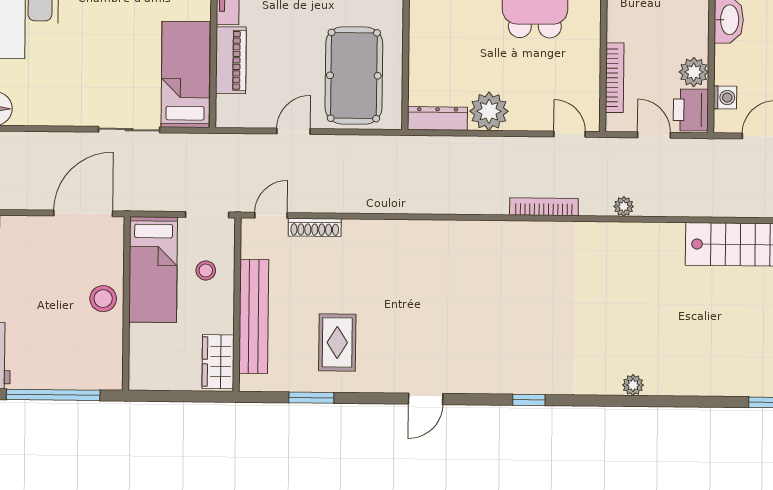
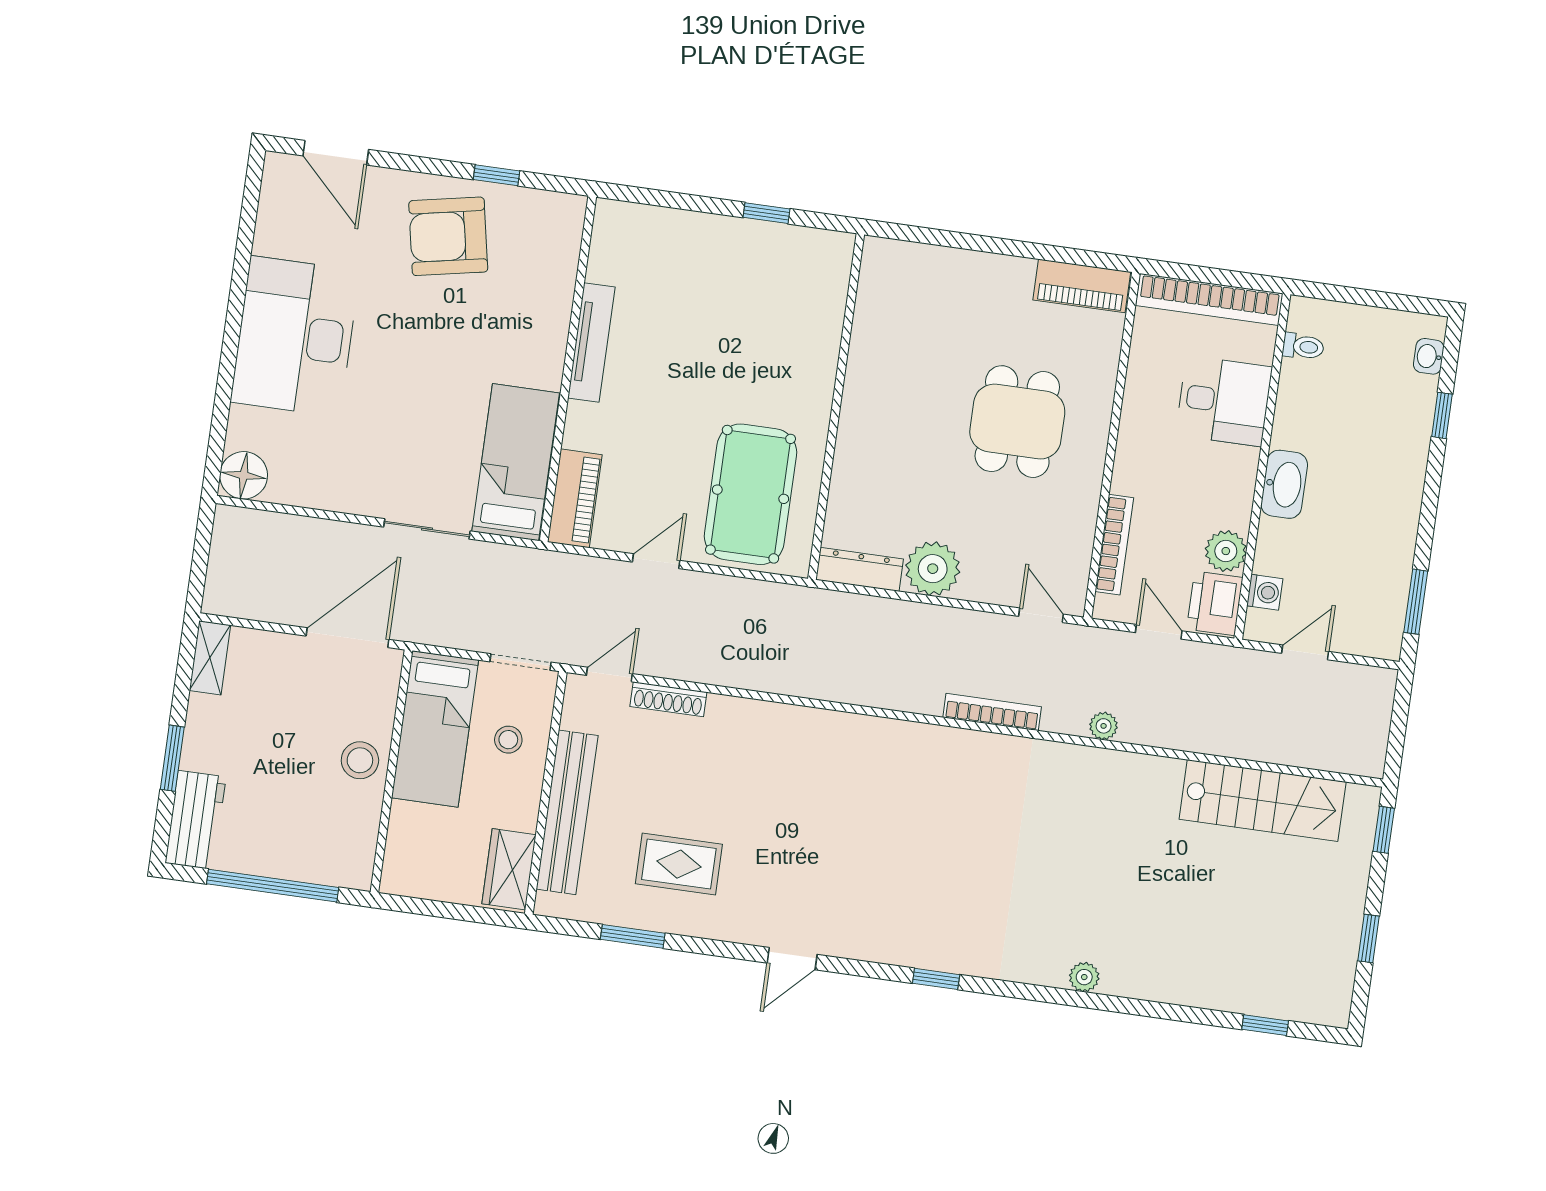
piano: (231, 60) -> (575, 498), moved
rug: (337, 342) -> (679, 864), turned 90

